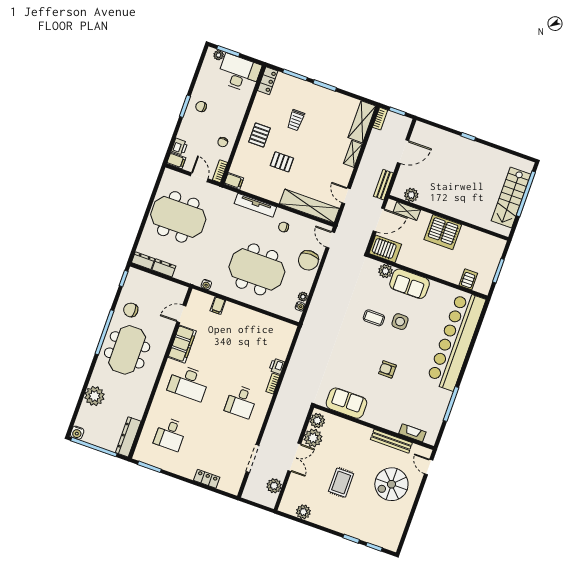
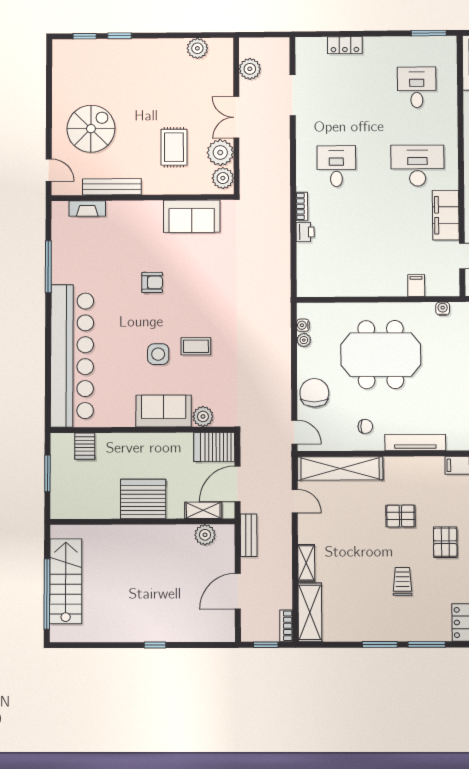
rug: (341, 483) -> (174, 147), moved

